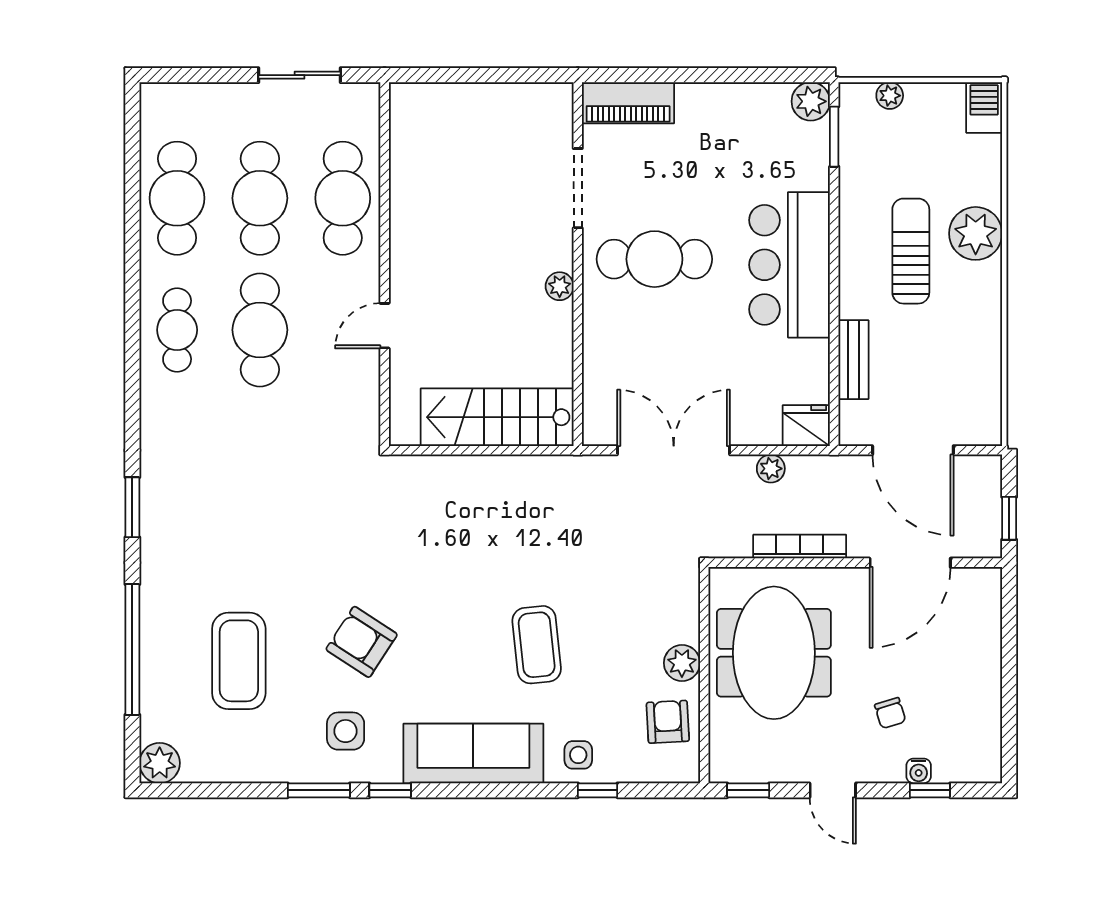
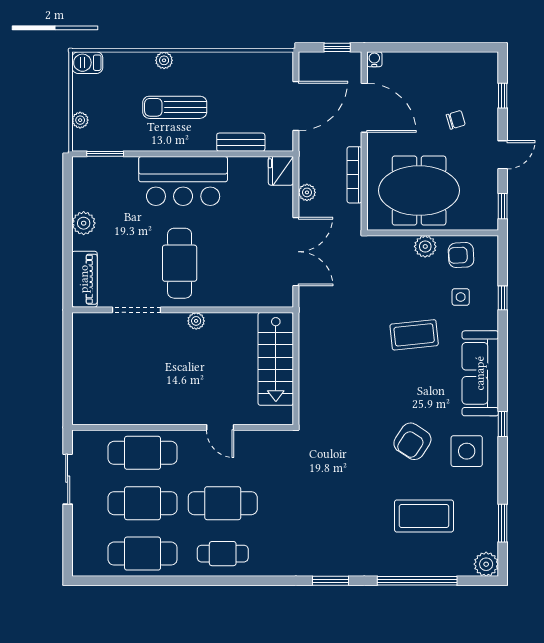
plant: (811, 101) -> (84, 223), moved
plant: (976, 233) -> (164, 60), width x0.53, depth x0.53
double door: (674, 450) -> (296, 252), swing flipped
side table: (346, 731) -> (467, 451), width x1.37, depth x1.37
side table: (578, 755) -> (461, 297), moved
water cooler: (919, 771) -> (374, 59), moved, turned -90
window: (319, 790) -> (503, 523), moved

